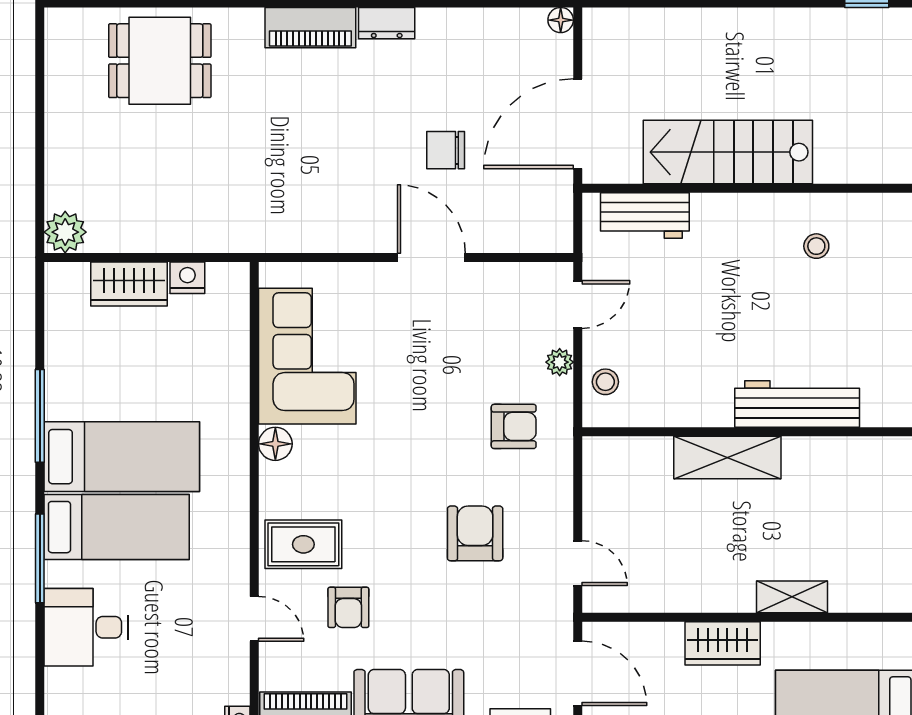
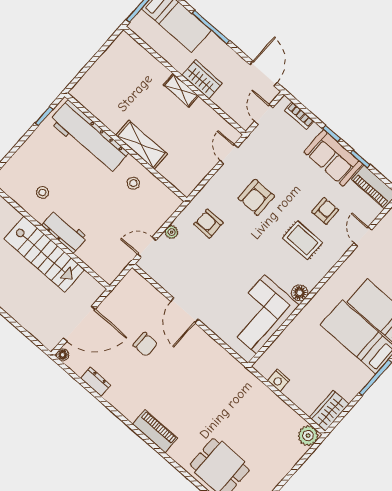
dresser: (387, 23) -> (96, 382), moved
door: (578, 124) -> (79, 324), moved
workbench: (645, 216) -> (65, 231), moved
wardrobe: (129, 284) -> (329, 411), moved, turned -90
stool: (605, 382) -> (133, 183), moved
workbench: (797, 404) -> (89, 137), width x1.36, depth x1.32
rug: (303, 544) -> (302, 240), moved
shelving: (792, 597) -> (181, 90), moved
door: (578, 673) -> (264, 114), width x0.73

